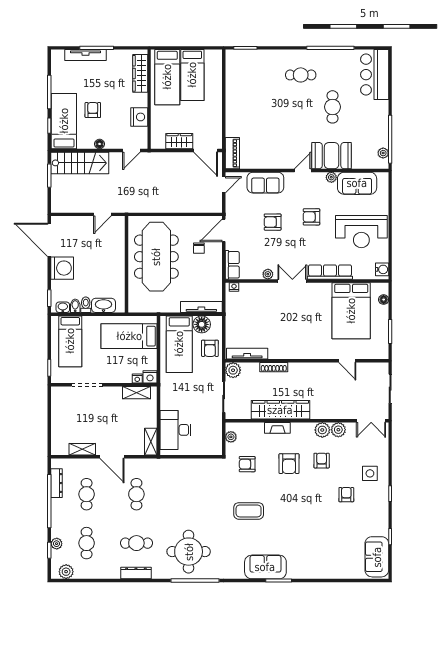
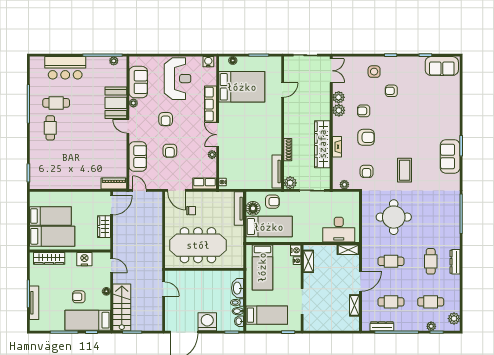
bar counter: (375, 75) -> (65, 68), moved
cafe table: (332, 107) -> (56, 103), moved
round table: (189, 552) -> (394, 217), moved

